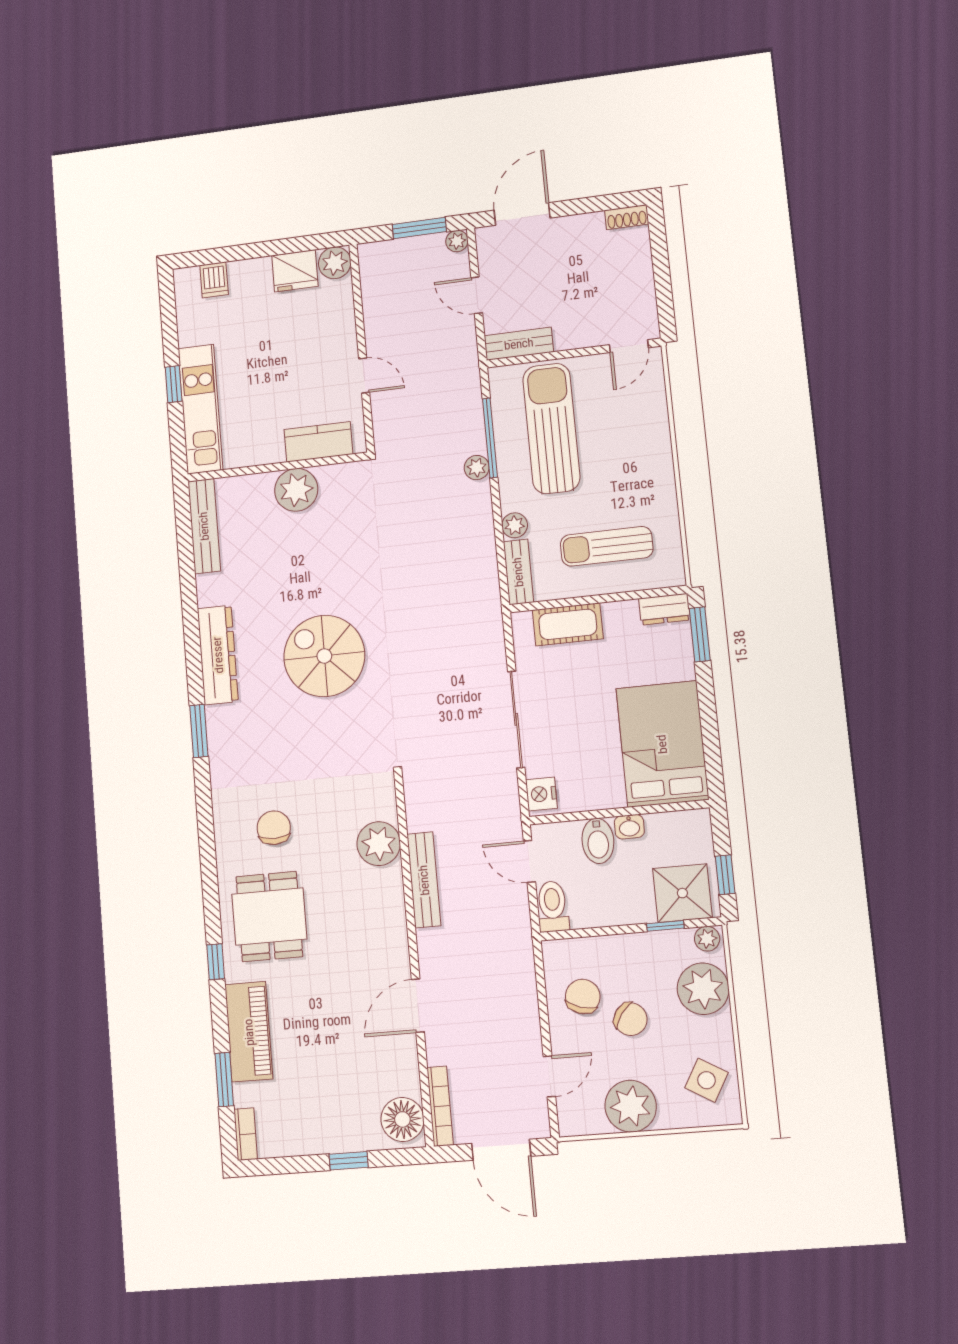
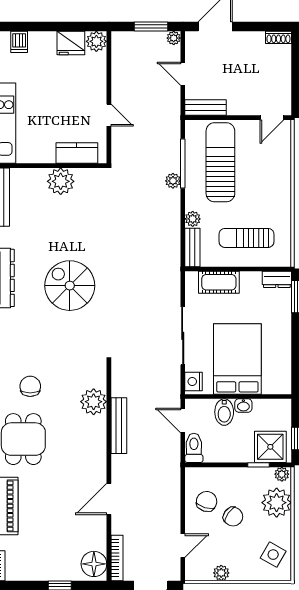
bed: (662, 744) -> (237, 359), moved
plant: (631, 1106) -> (221, 573), width x0.53, depth x0.53

